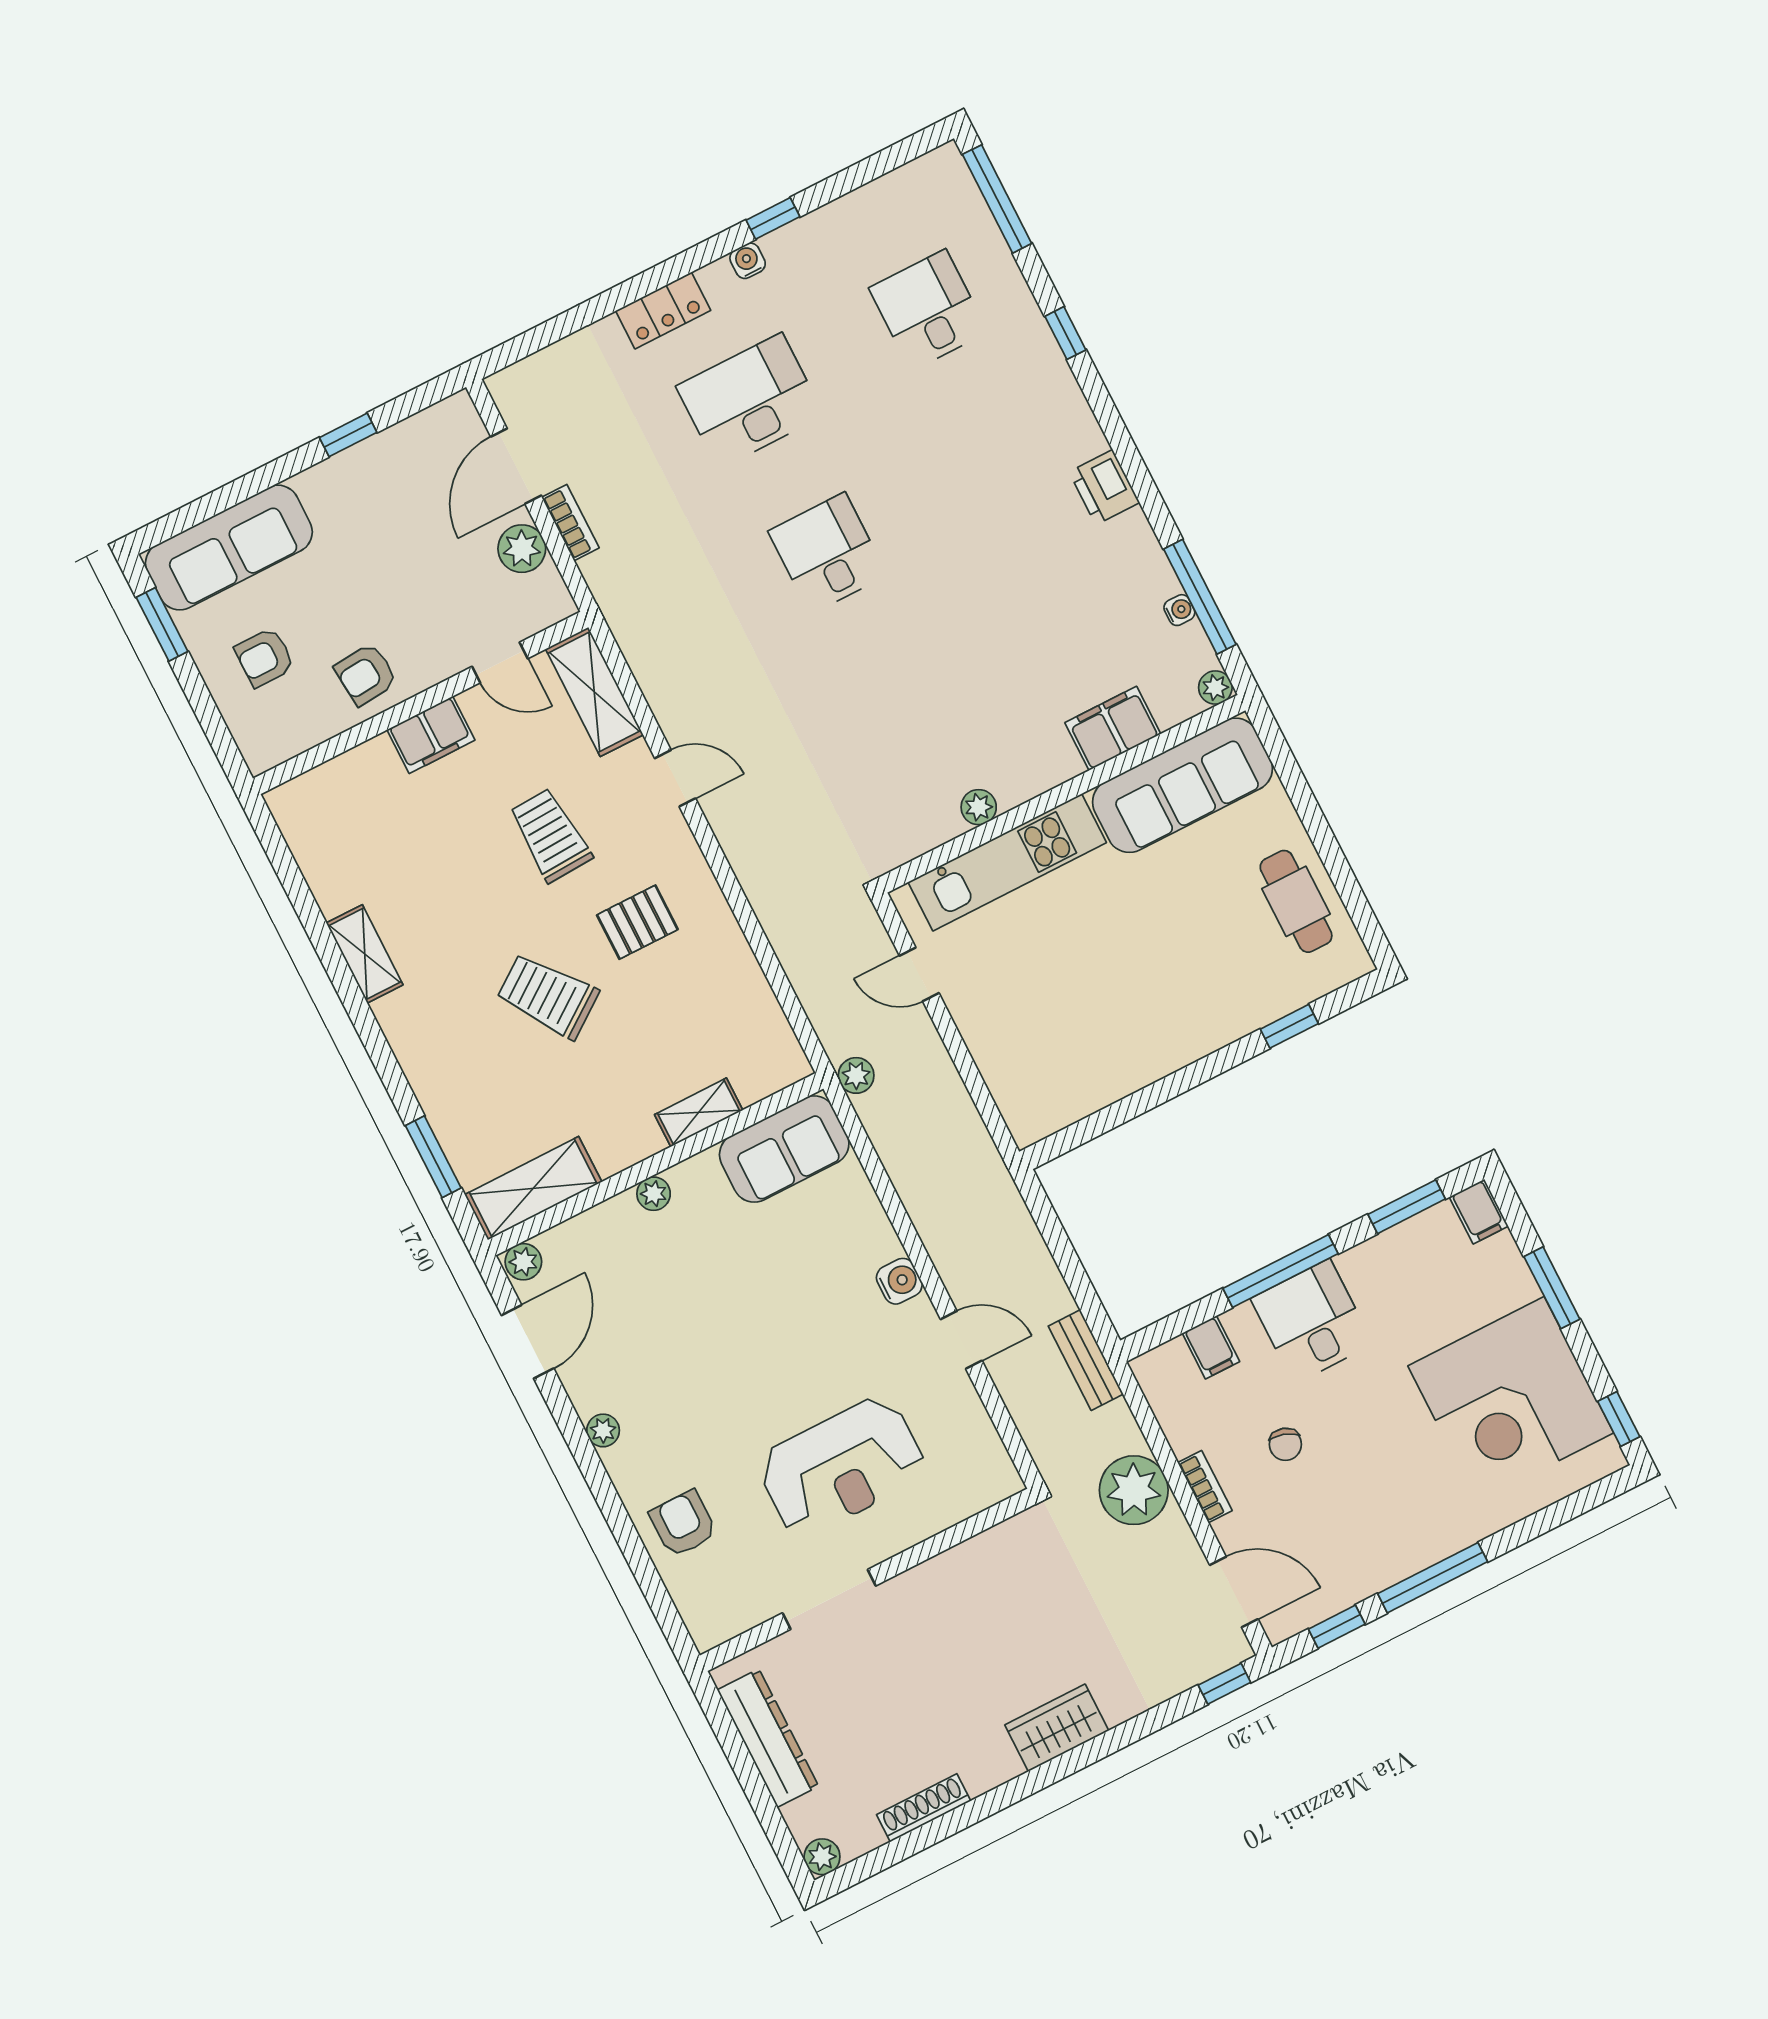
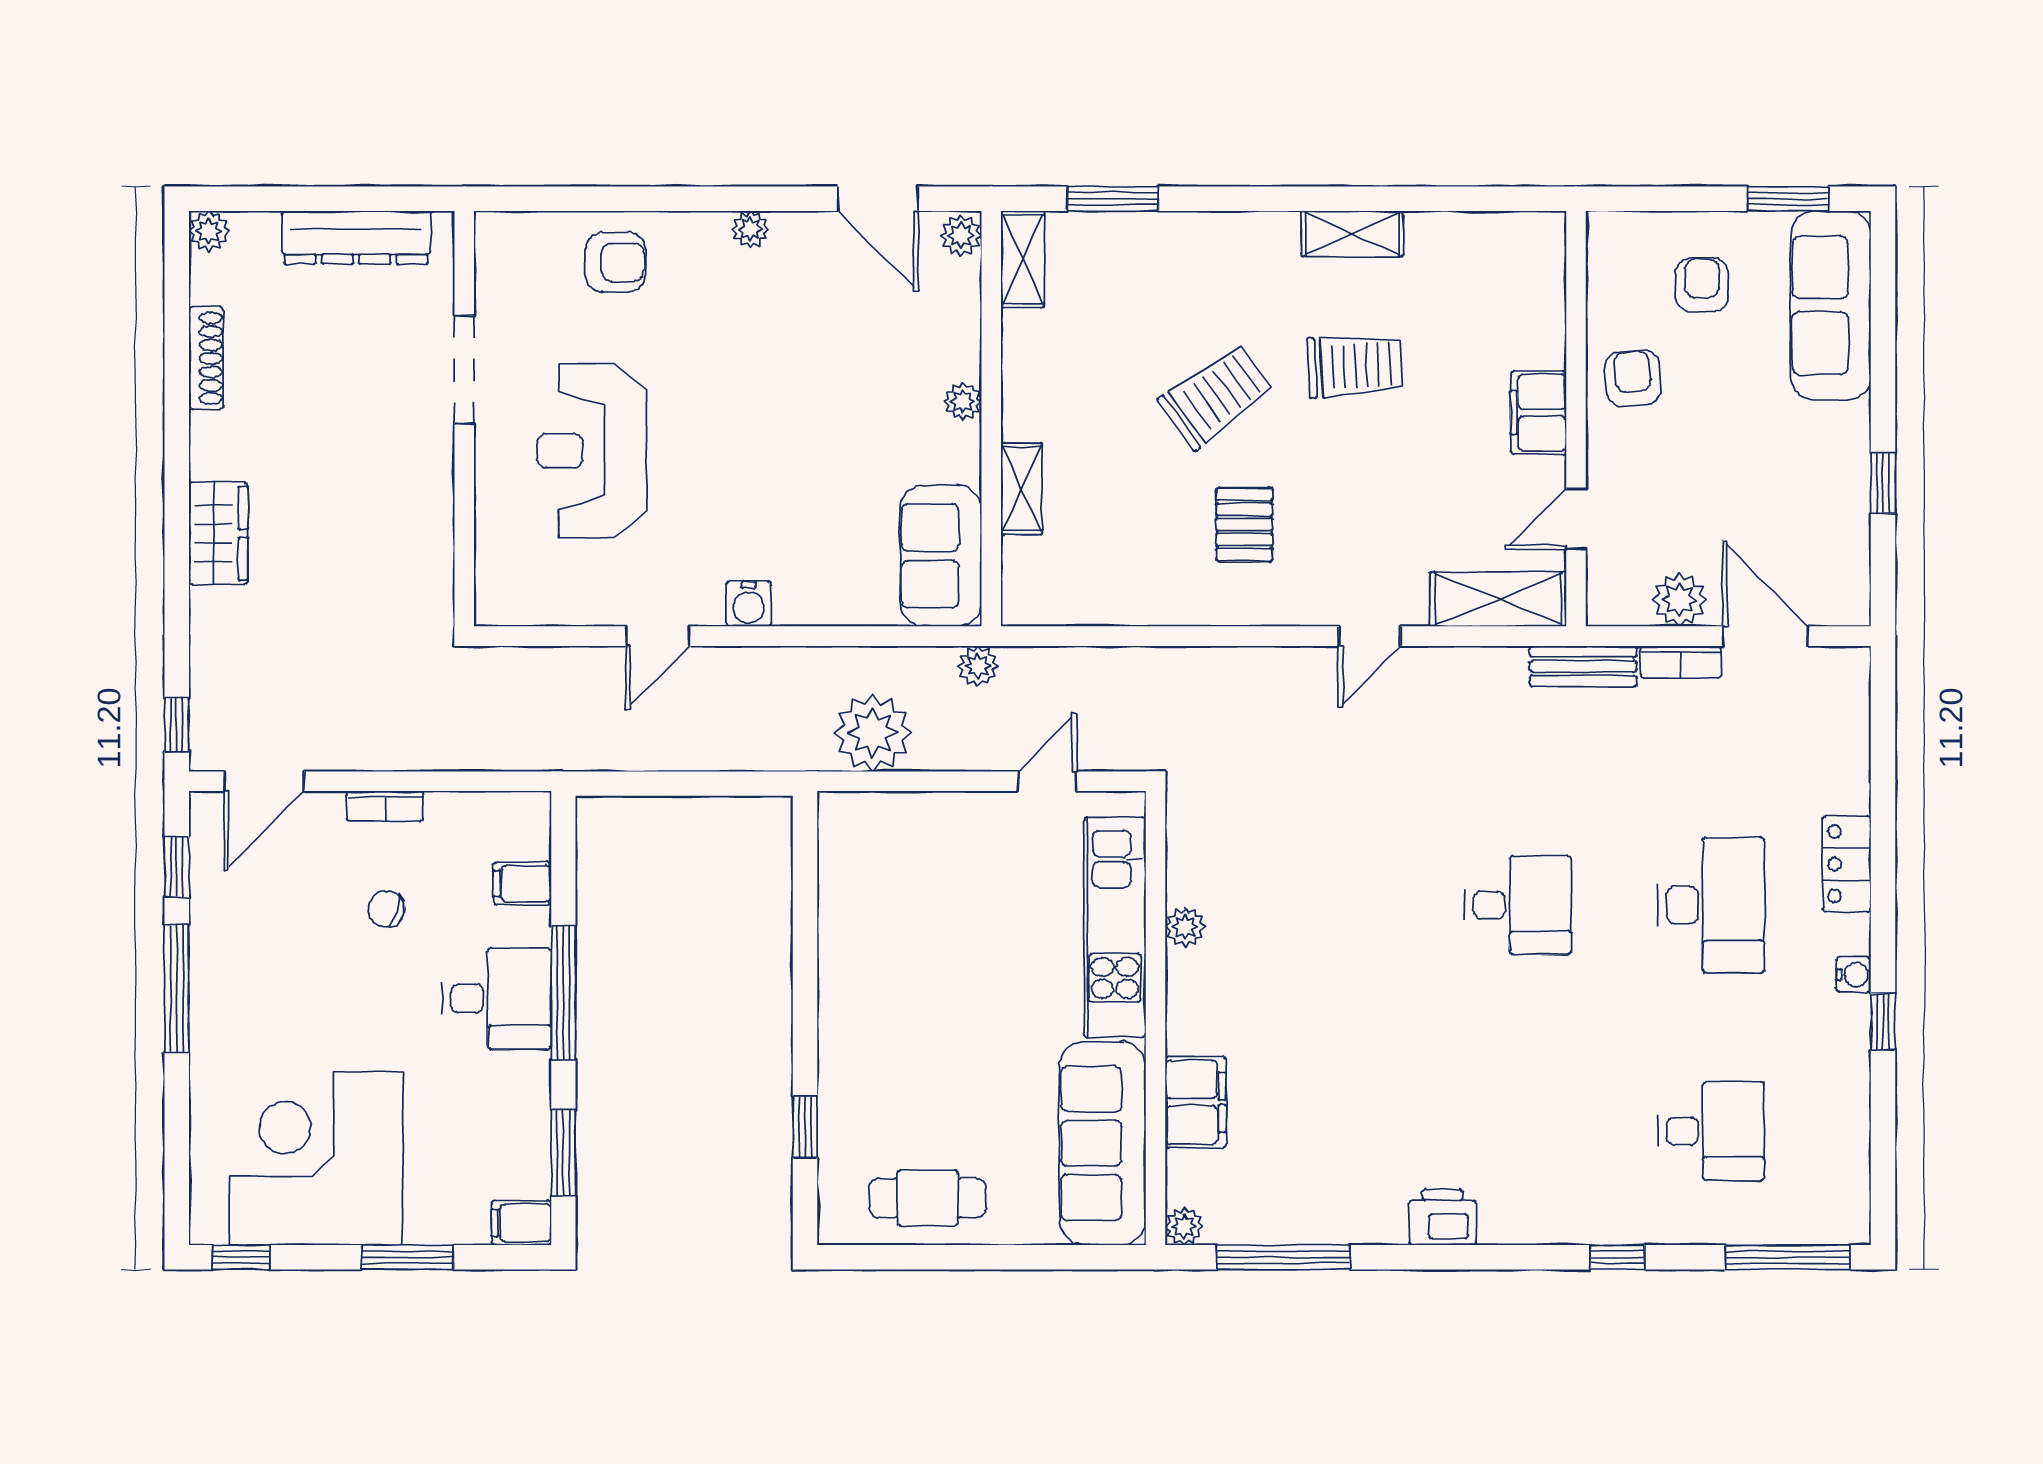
water cooler: (1179, 610) -> (1280, 1230), removed
trolley: (550, 835) -> (1355, 366), moved
shelving: (533, 1188) -> (1023, 259), width x0.67, depth x0.75
bench: (1086, 1360) -> (1583, 666), moved
plant: (1134, 1490) -> (873, 733), moved

